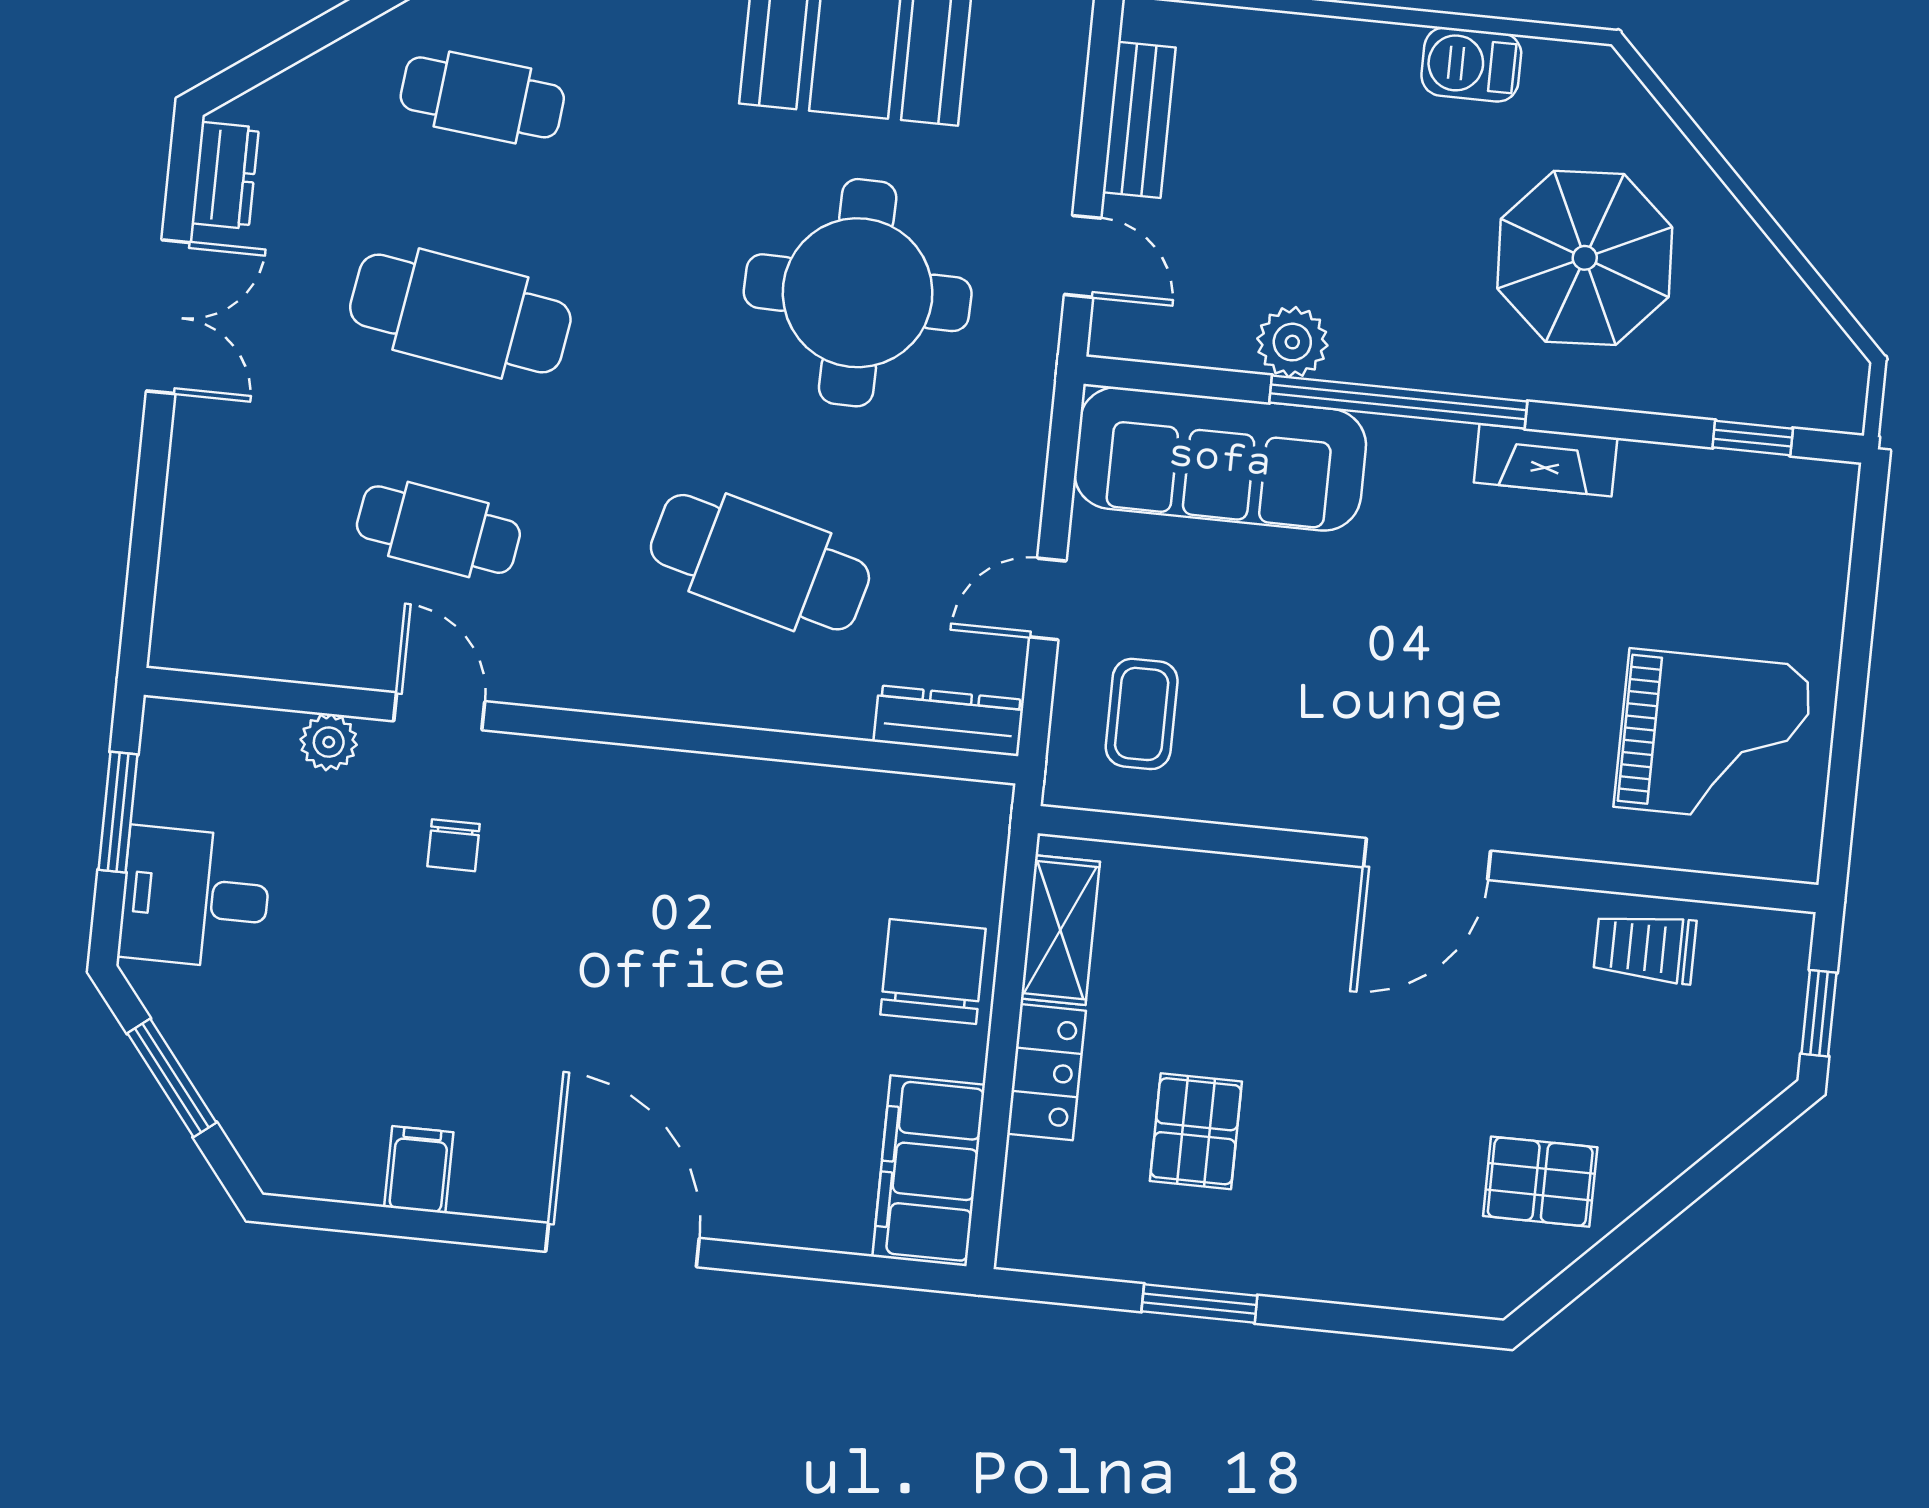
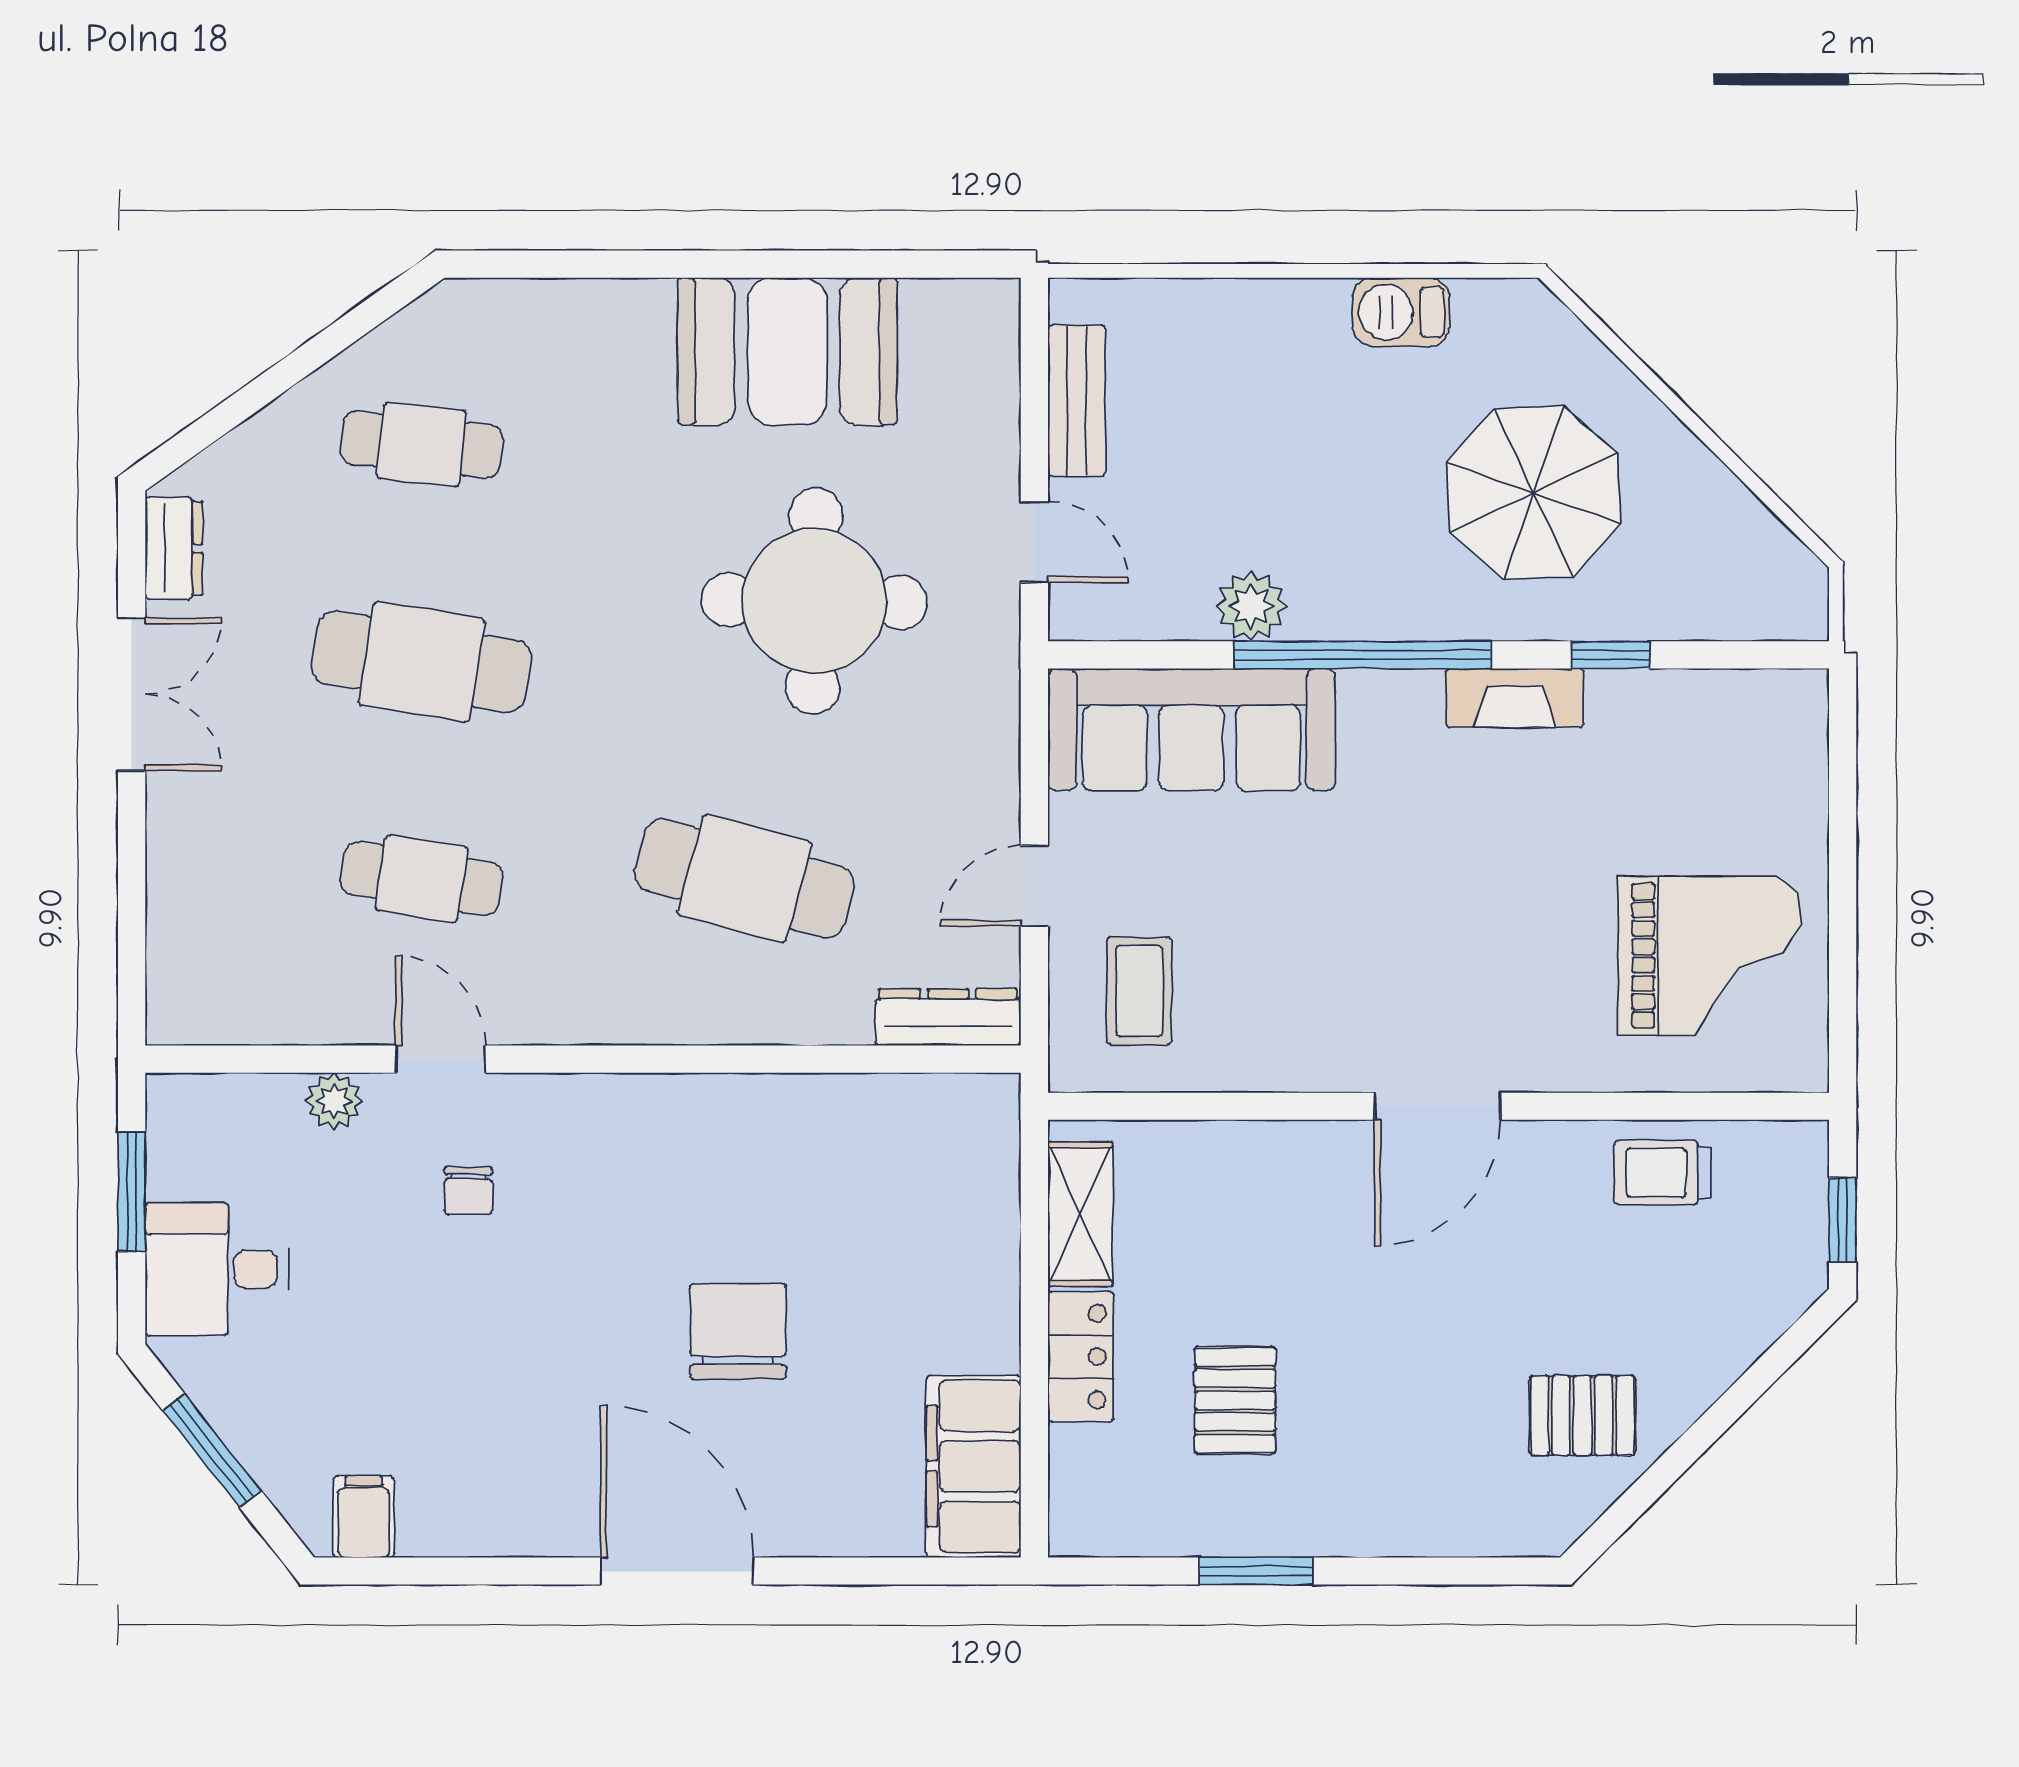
window: (1753, 438) -> (1611, 655), moved
chair: (933, 972) -> (738, 1331), moved
filing cabinet: (419, 1170) -> (364, 1517), moved

